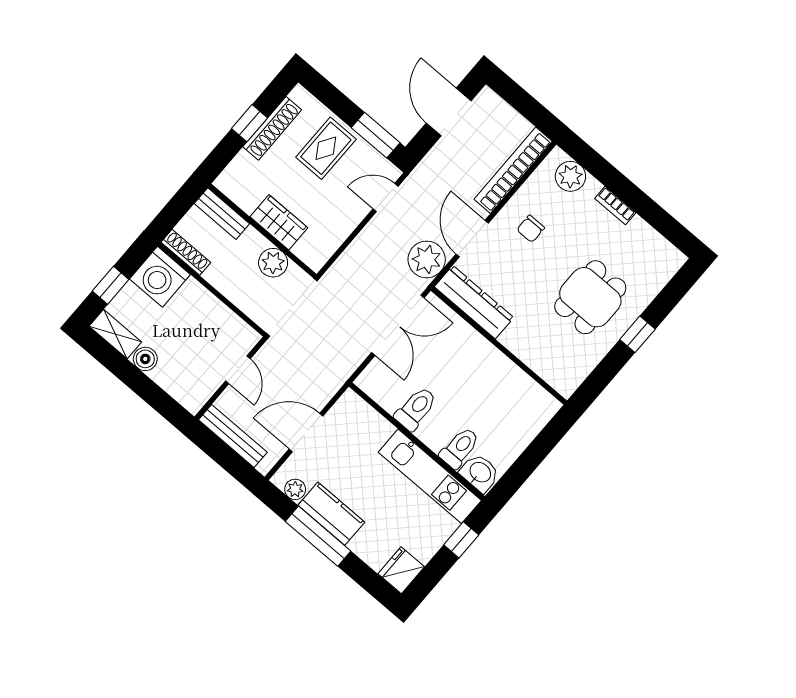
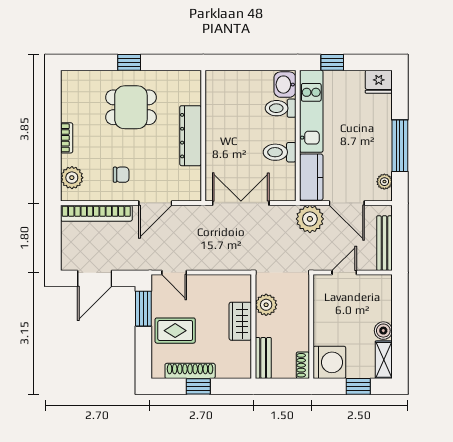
shoe rack: (186, 252) -> (303, 365), width x0.70
plant: (427, 259) -> (310, 219), moved
dresser: (474, 302) -> (191, 136), moved
kitchen counter: (331, 514) -> (311, 177), moved, turned 180

